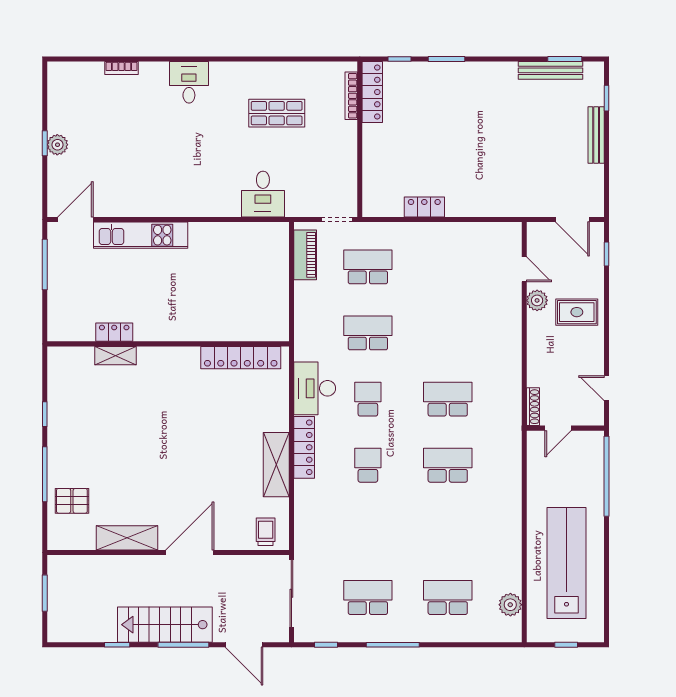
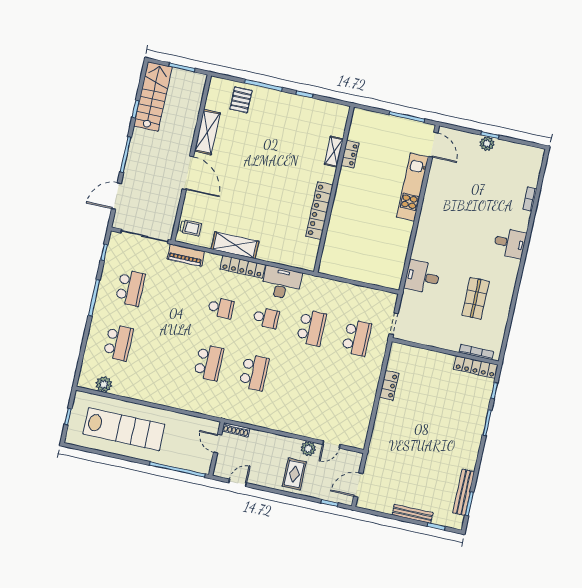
piano: (305, 255) -> (186, 255), moved
locker: (241, 358) -> (319, 211), moved
stairs: (165, 625) -> (153, 97), moved

